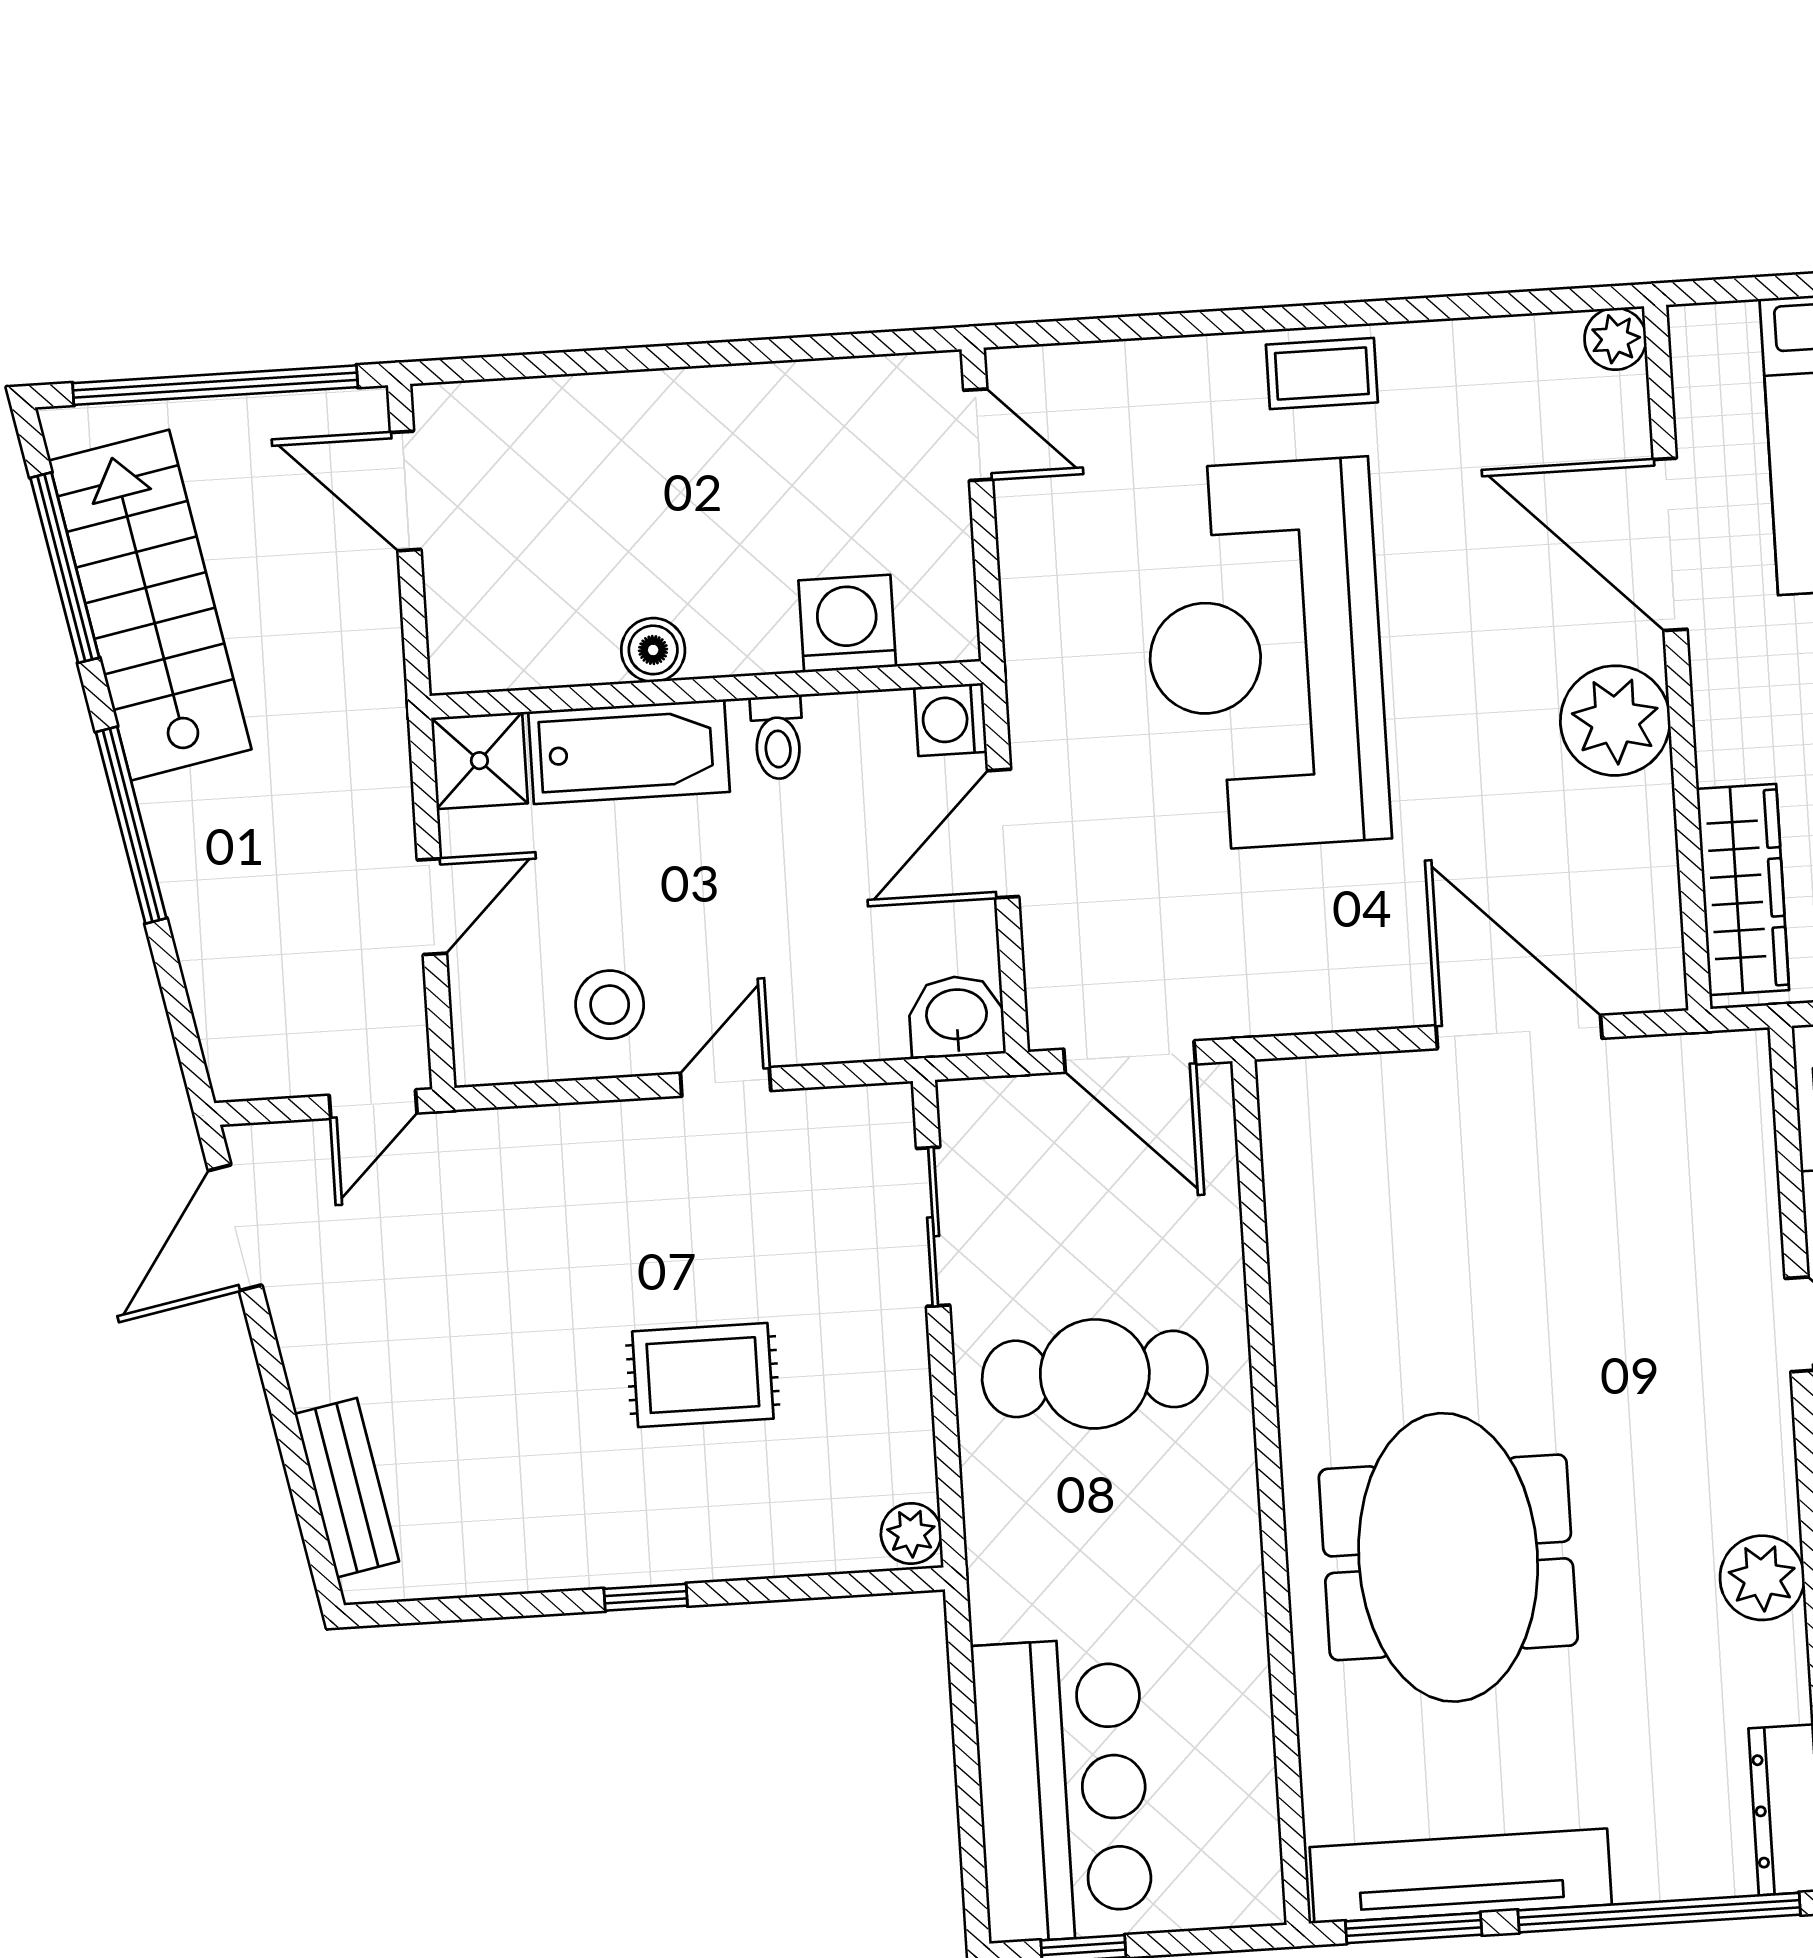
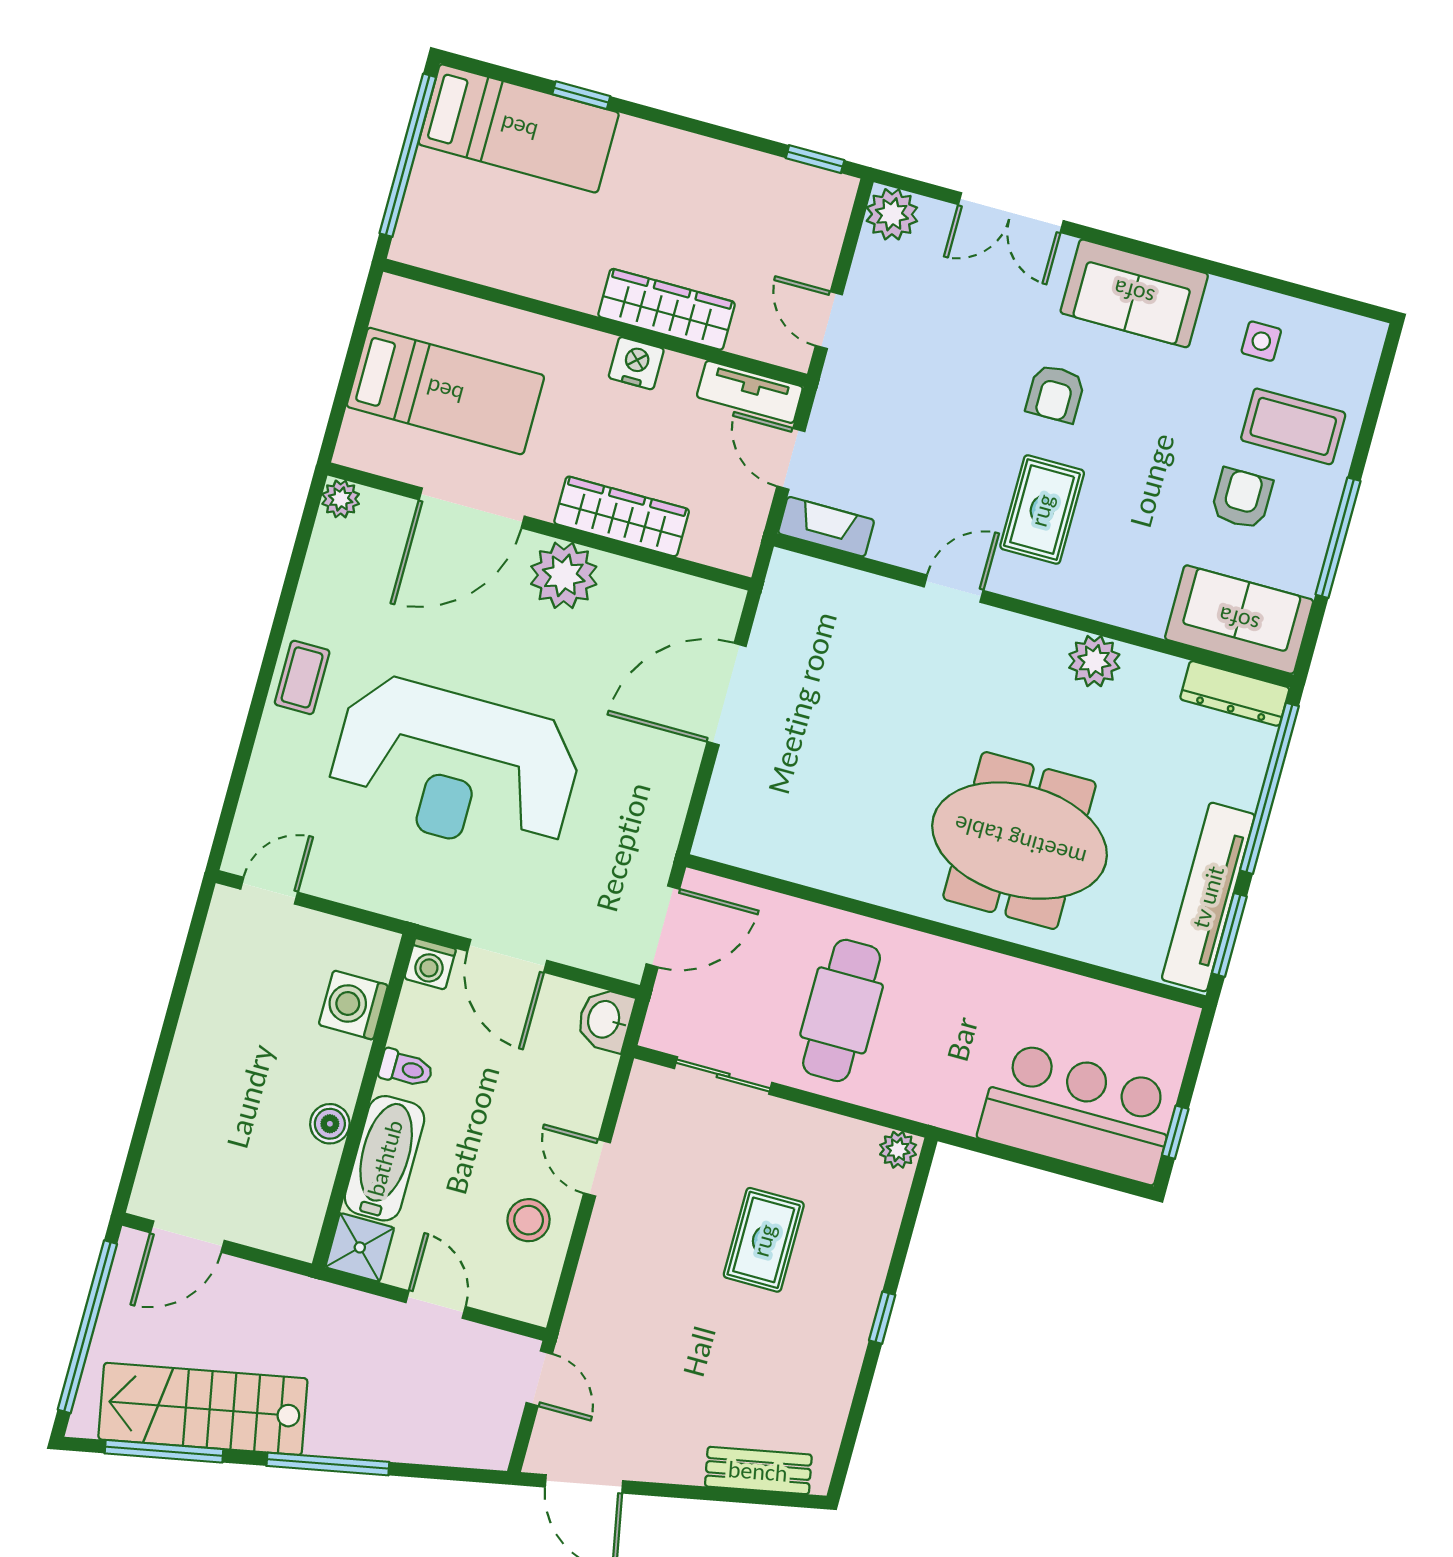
wardrobe: (1743, 889) -> (622, 516), moved

